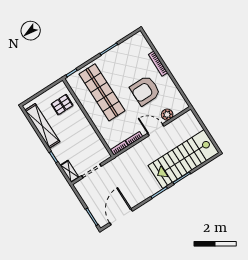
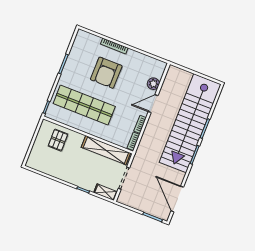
armchair: (145, 91) -> (106, 73), moved
shelving: (42, 126) -> (106, 150), moved
stairs: (184, 159) -> (190, 123), width x1.36

